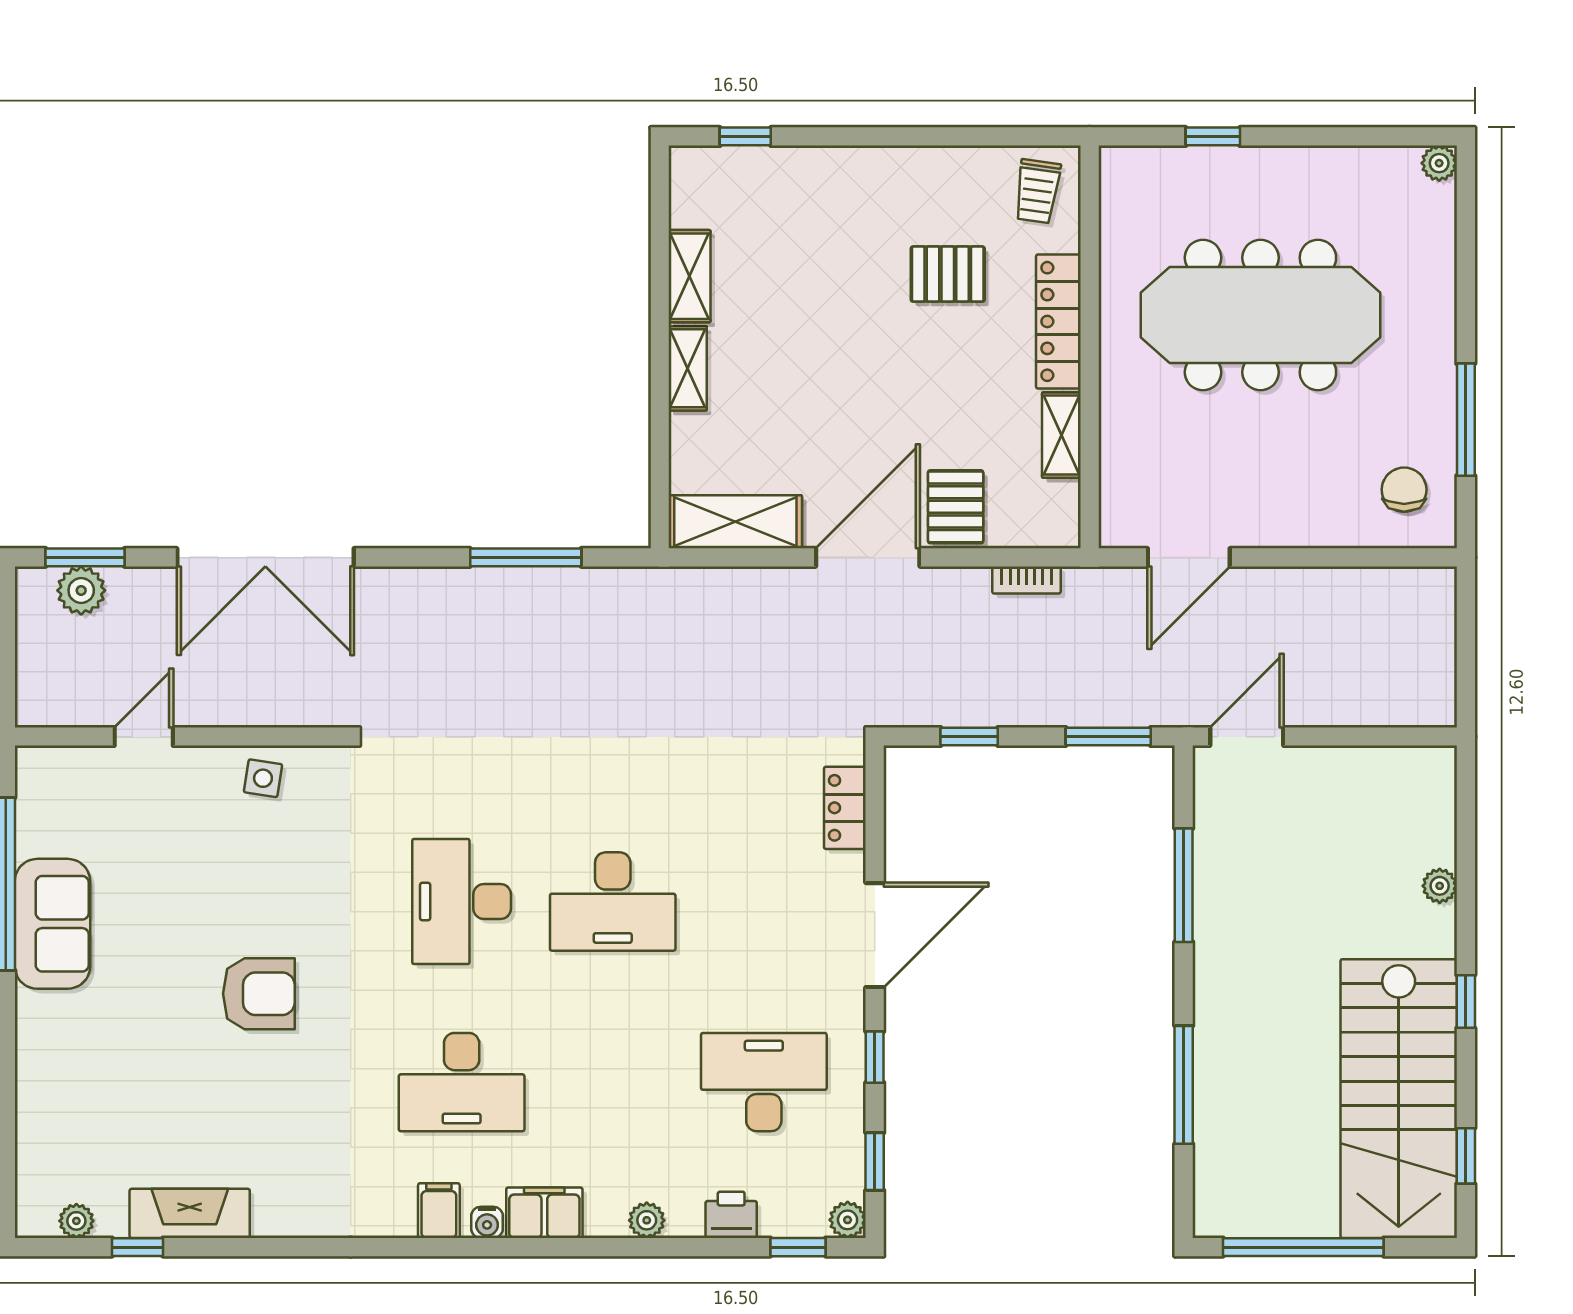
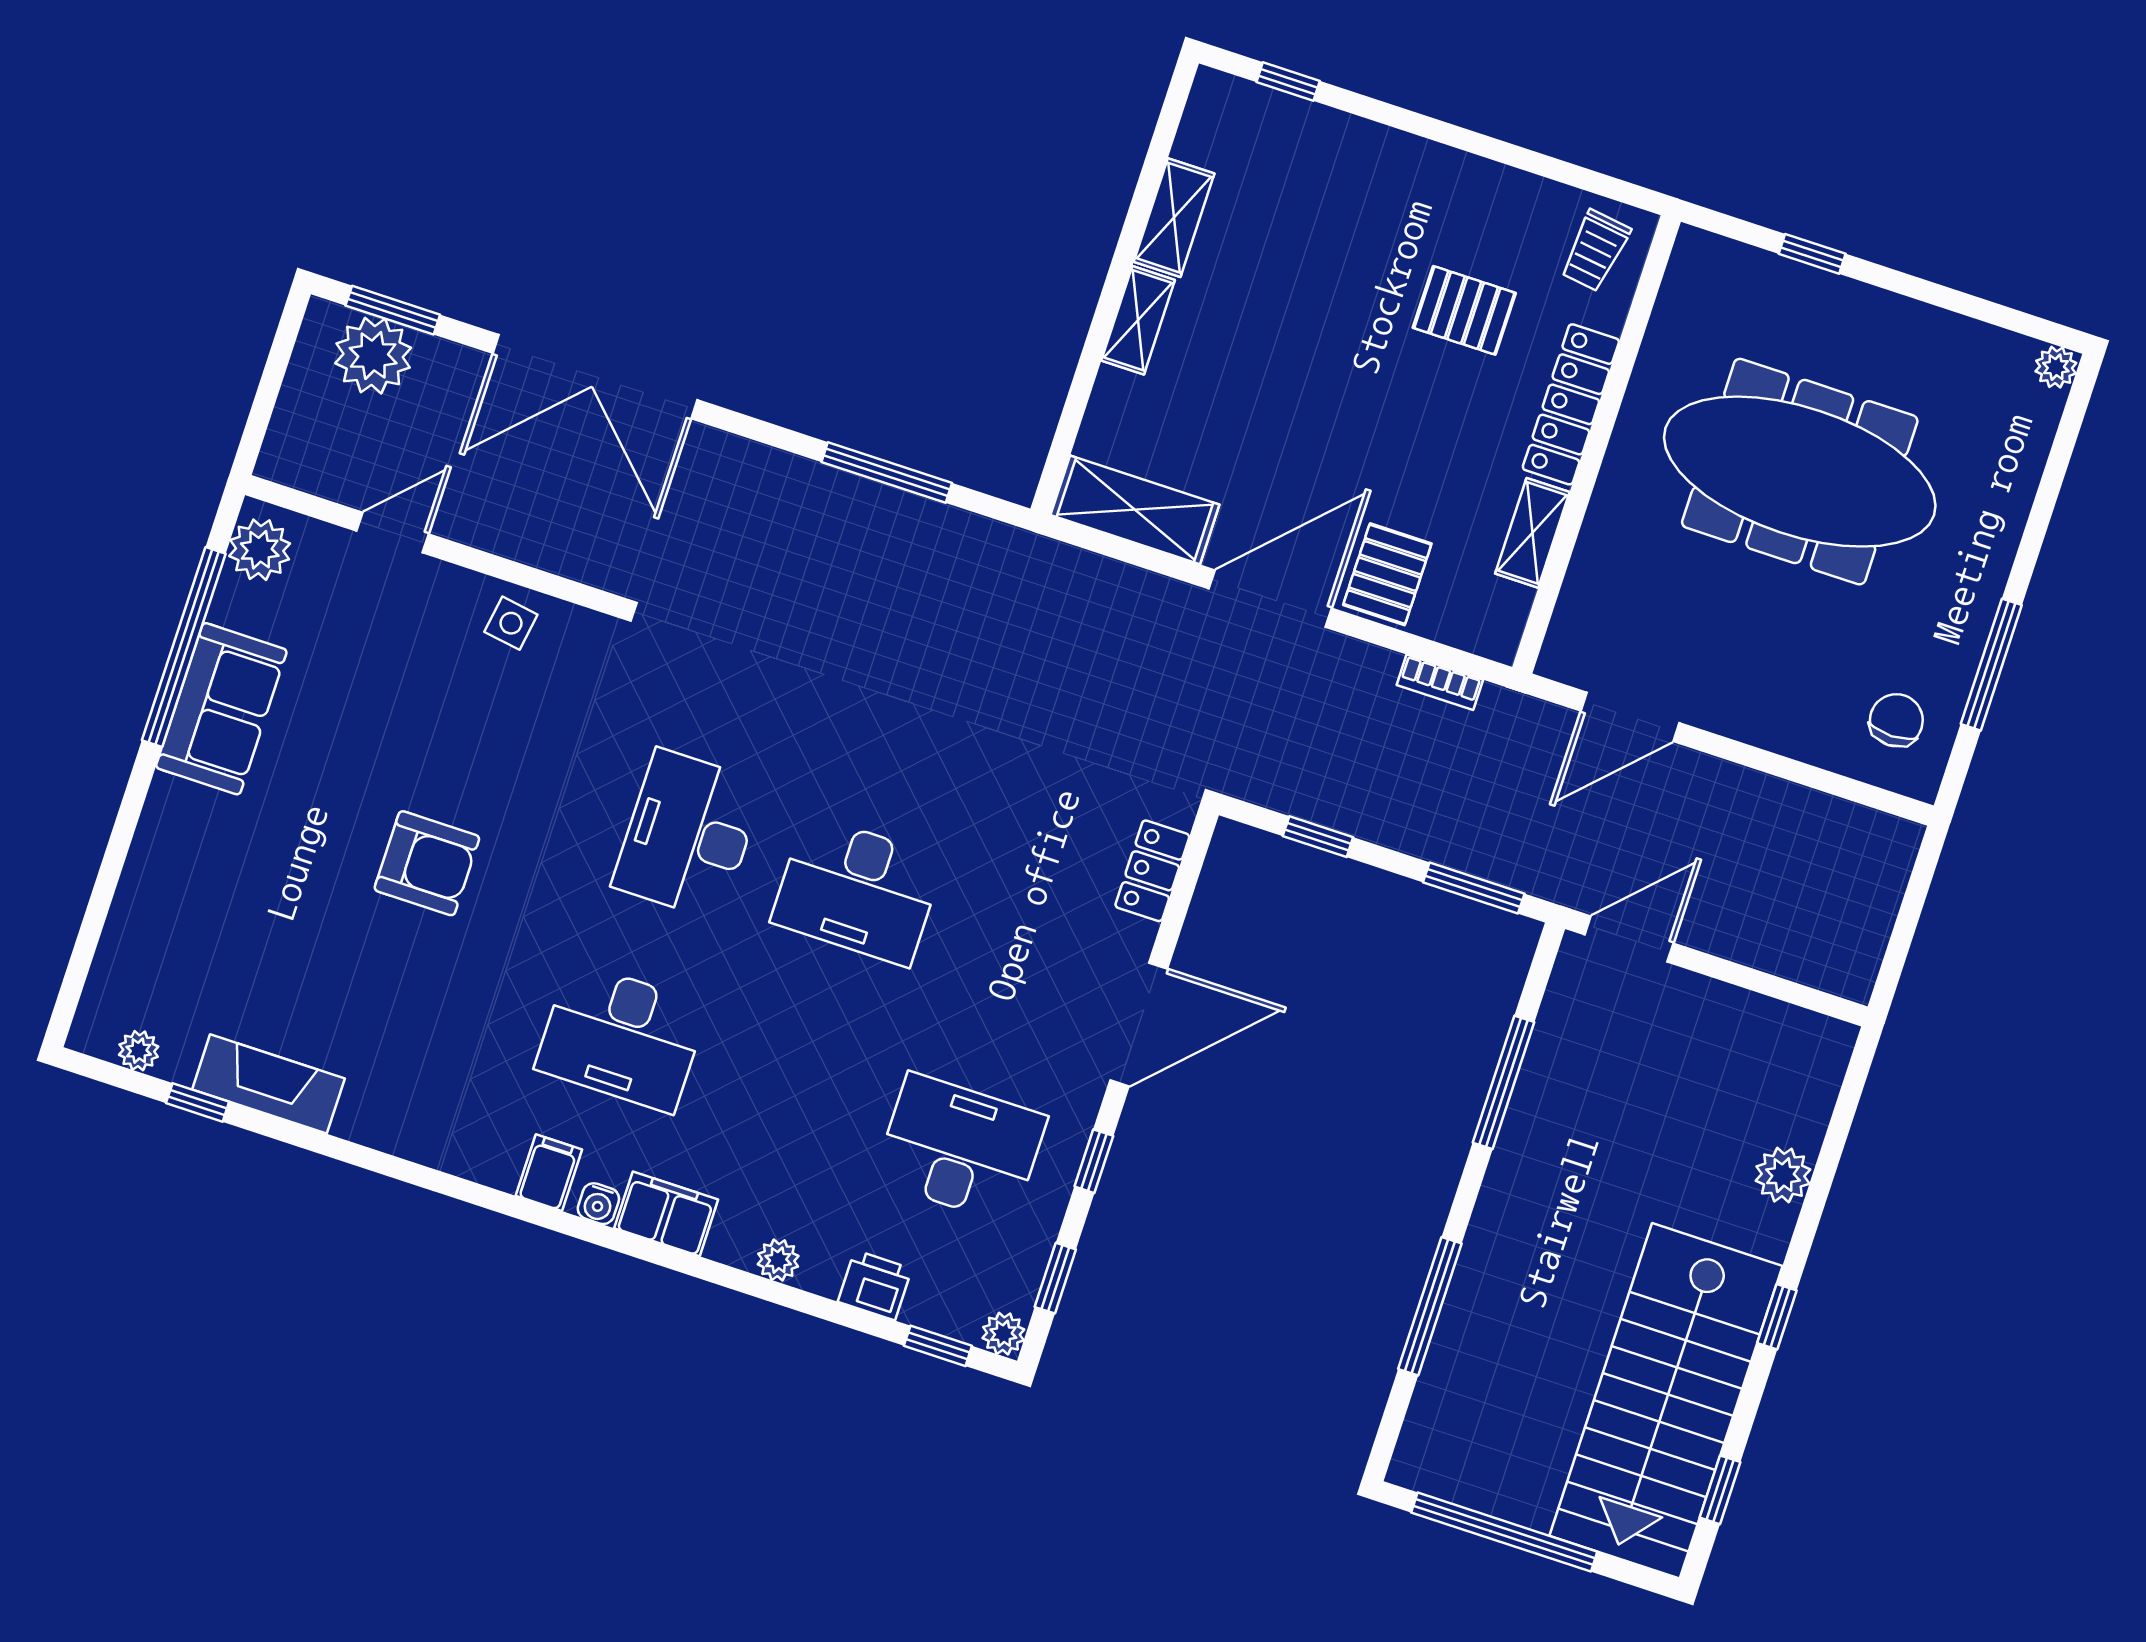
plant: (81, 590) -> (373, 356), width x1.36, depth x1.36
plant: (41, 786) -> (260, 550), added
plant: (1440, 886) -> (1783, 1175), width x1.38, depth x1.38

